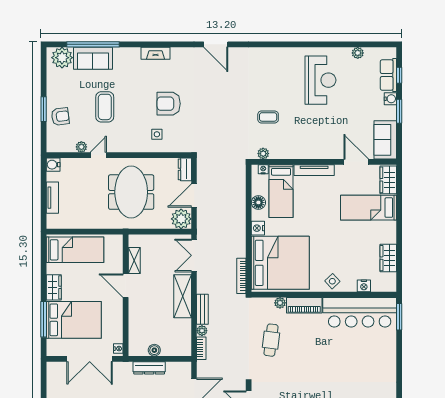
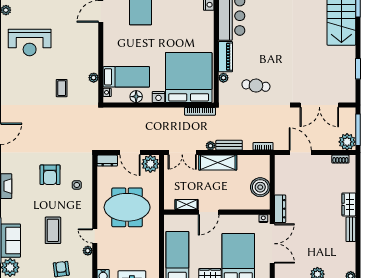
reception desk: (320, 80) -> (30, 43), turned 180
coffee table: (105, 107) -> (53, 230), turned 90
plant: (263, 154) -> (94, 78), moved
tv unit: (314, 170) -> (108, 48), removed
side table: (332, 281) -> (205, 32), removed
plant: (202, 331) -> (210, 146), moved
boiler: (154, 350) -> (260, 187), width x1.86, depth x1.86
dresser: (149, 368) -> (280, 209), moved

